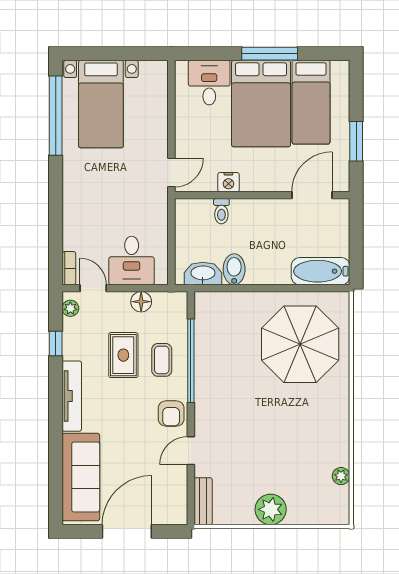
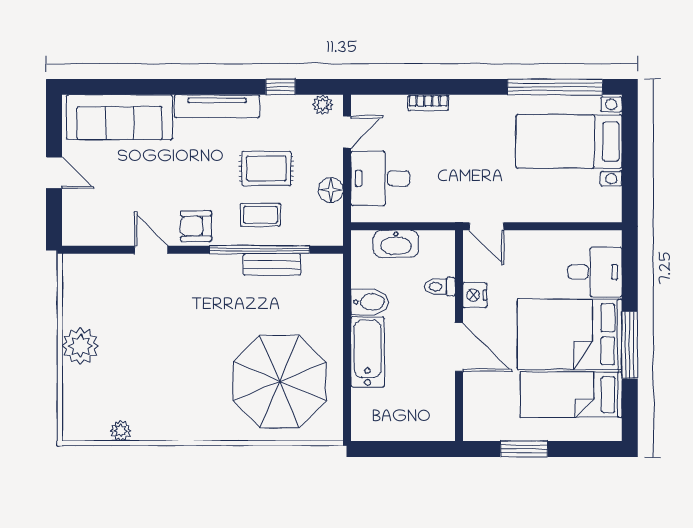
door: (312, 195) -> (459, 347), moved
bookcase: (69, 268) -> (428, 103), moved
bathtub: (321, 271) -> (368, 352), moved
washbasin: (203, 274) -> (396, 244), moved, turned 90
bench: (203, 501) -> (272, 265), moved
door: (127, 531) -> (54, 173), width x0.53

